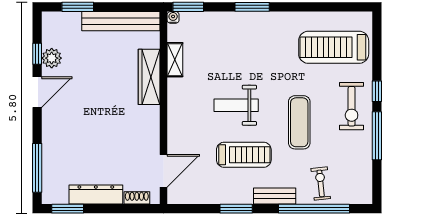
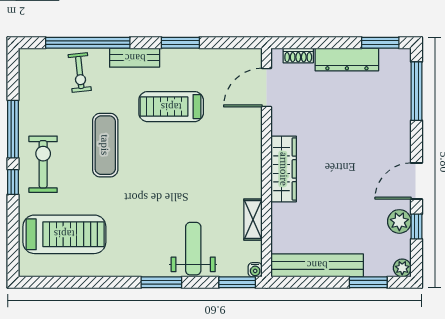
plant: (49, 19) -> (402, 268), added
wardrobe: (149, 77) -> (284, 169), moved
weight bench: (236, 105) -> (193, 249), moved, turned -90

